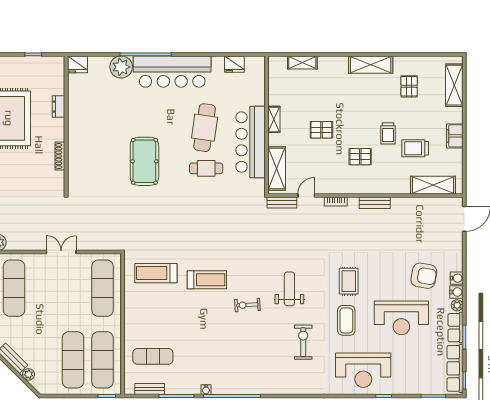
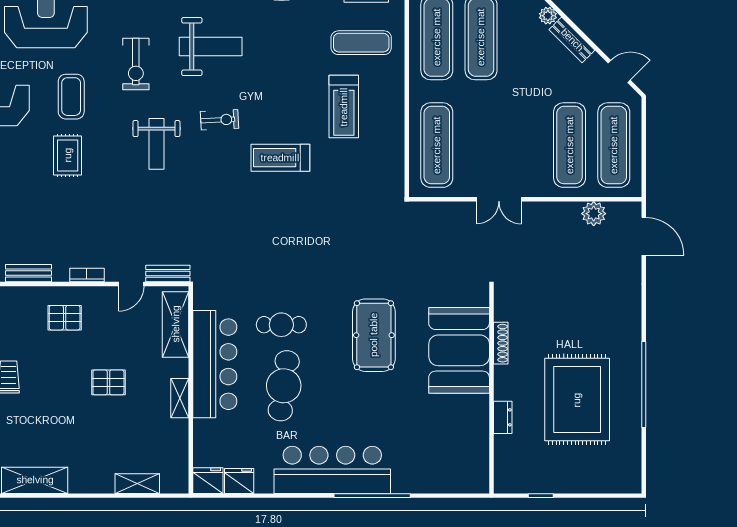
fridge: (77, 64) -> (208, 481), moved
plant: (121, 67) -> (409, 477), removed
booth: (88, 151) -> (459, 350), added
pallet: (360, 157) -> (65, 318), moved
treadmill: (156, 273) -> (344, 107), moved, turned 90
weight bench: (253, 354) -> (211, 47), added

